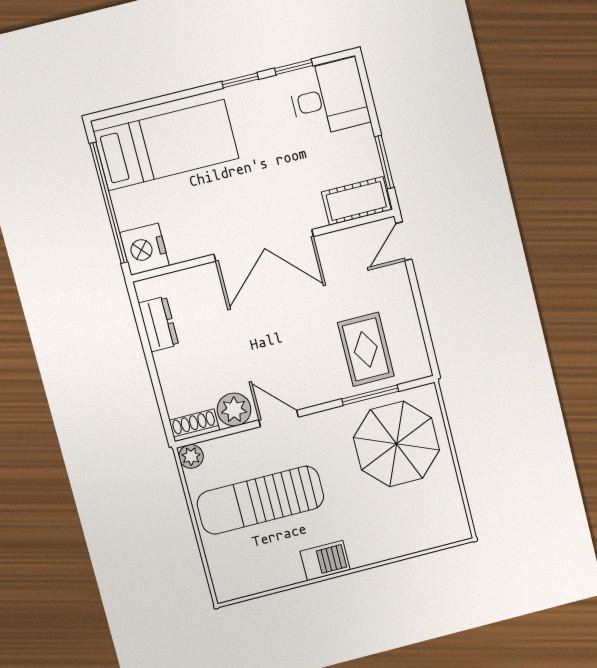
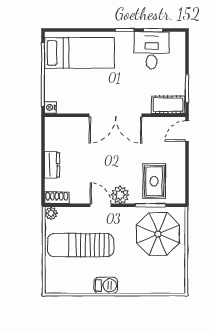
desk: (329, 98) -> (152, 50), moved, turned -90
nightstand: (145, 249) -> (50, 107), width x0.53, depth x0.56
dresser: (159, 324) -> (52, 165), moved
plant: (234, 410) -> (120, 195), moved

